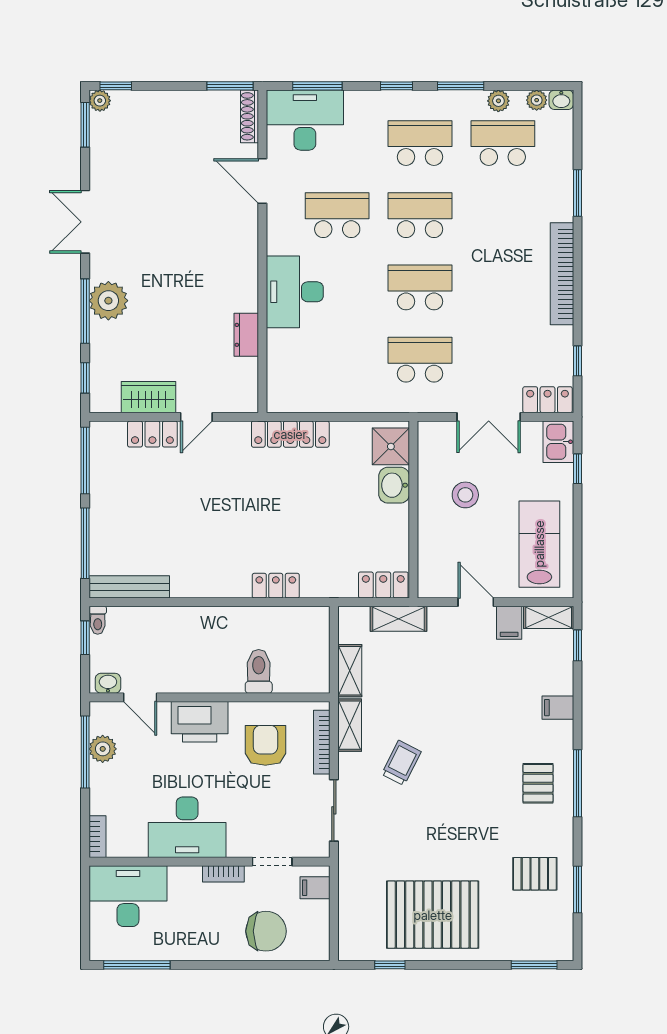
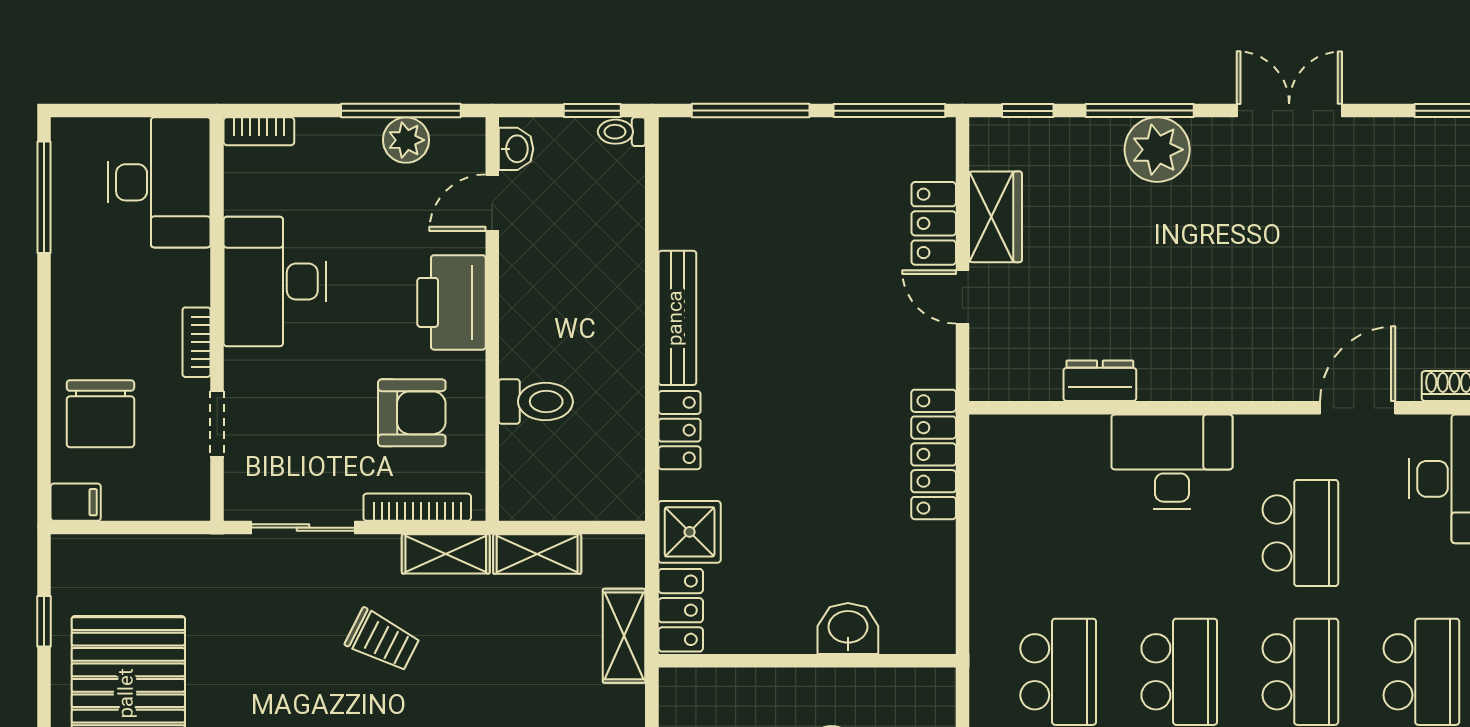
shower: (391, 446) -> (690, 532), moved
bench: (129, 587) -> (677, 318), moved
filing cabinet: (315, 888) -> (76, 502), moved, turned 90

